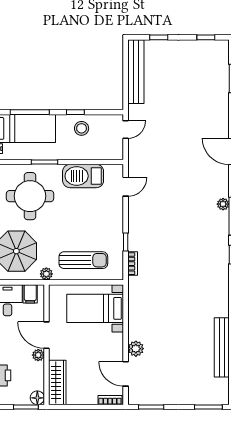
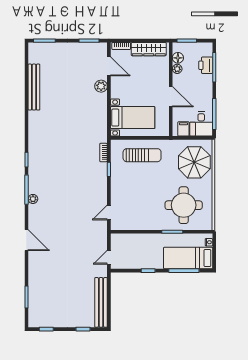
stool: (82, 128) -> (143, 258), removed
barbecue: (83, 176) -> (142, 221), removed
sun lounger: (83, 260) -> (142, 155), turned 180
plant: (46, 274) -> (171, 145), removed
plant: (38, 355) -> (177, 69), moved
wardrobe: (57, 382) -> (149, 49), moved, turned -90
floor lamp: (37, 398) -> (178, 58), moved

